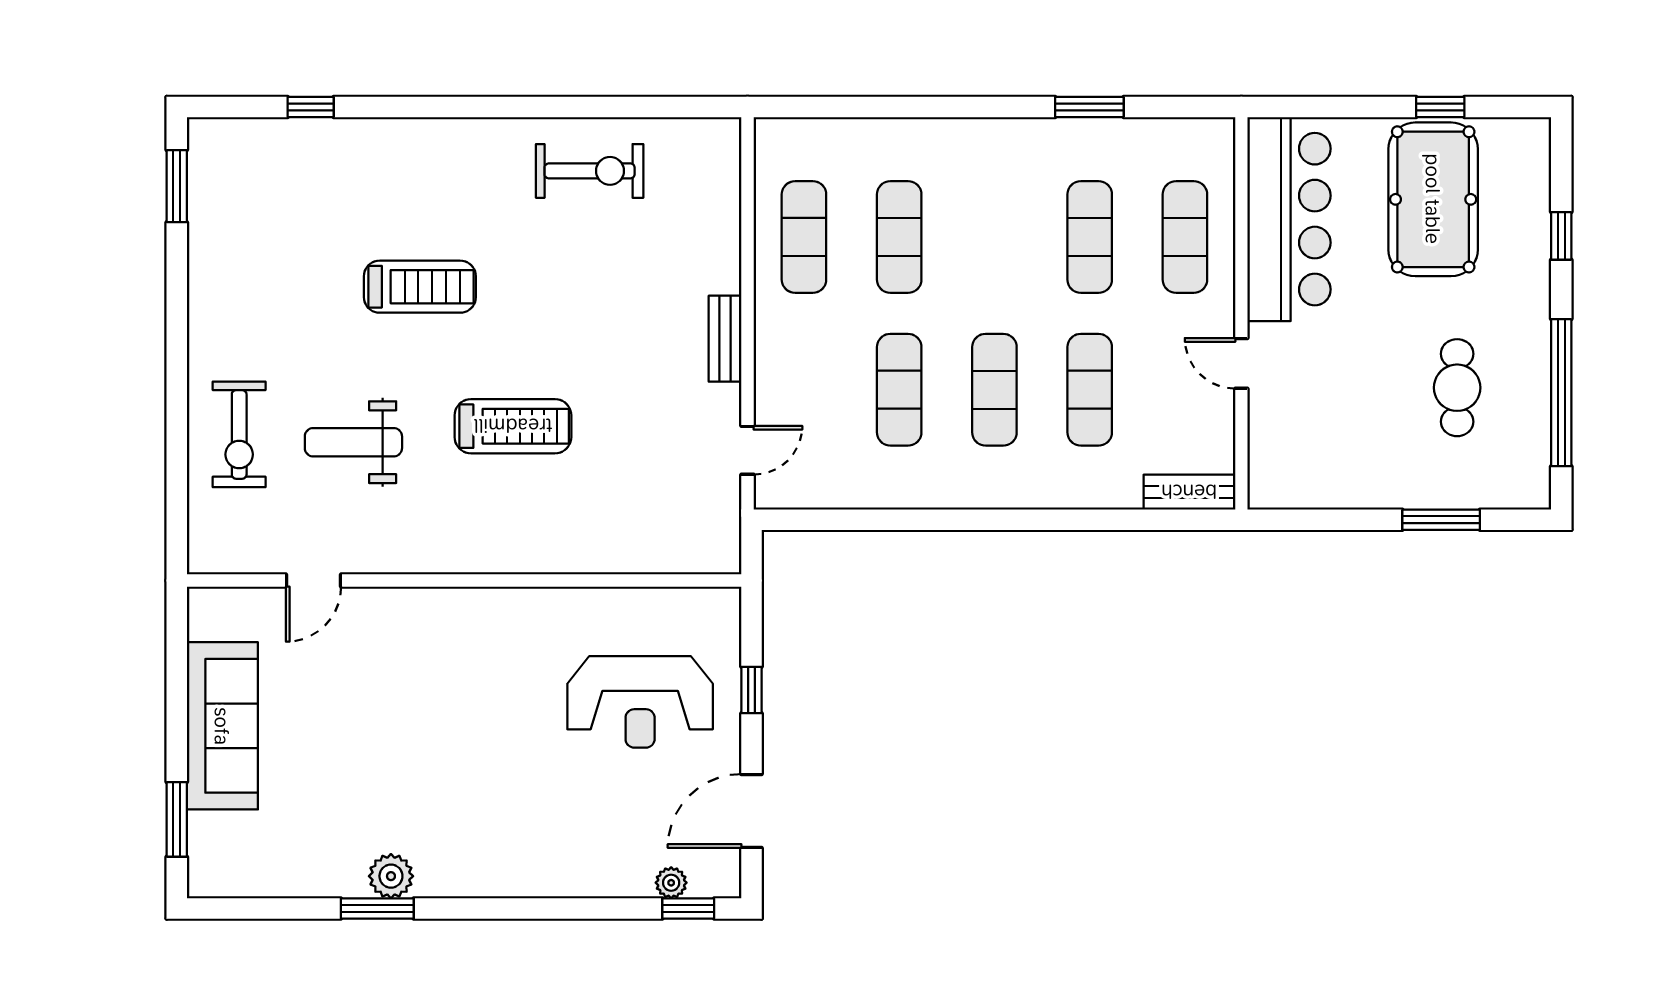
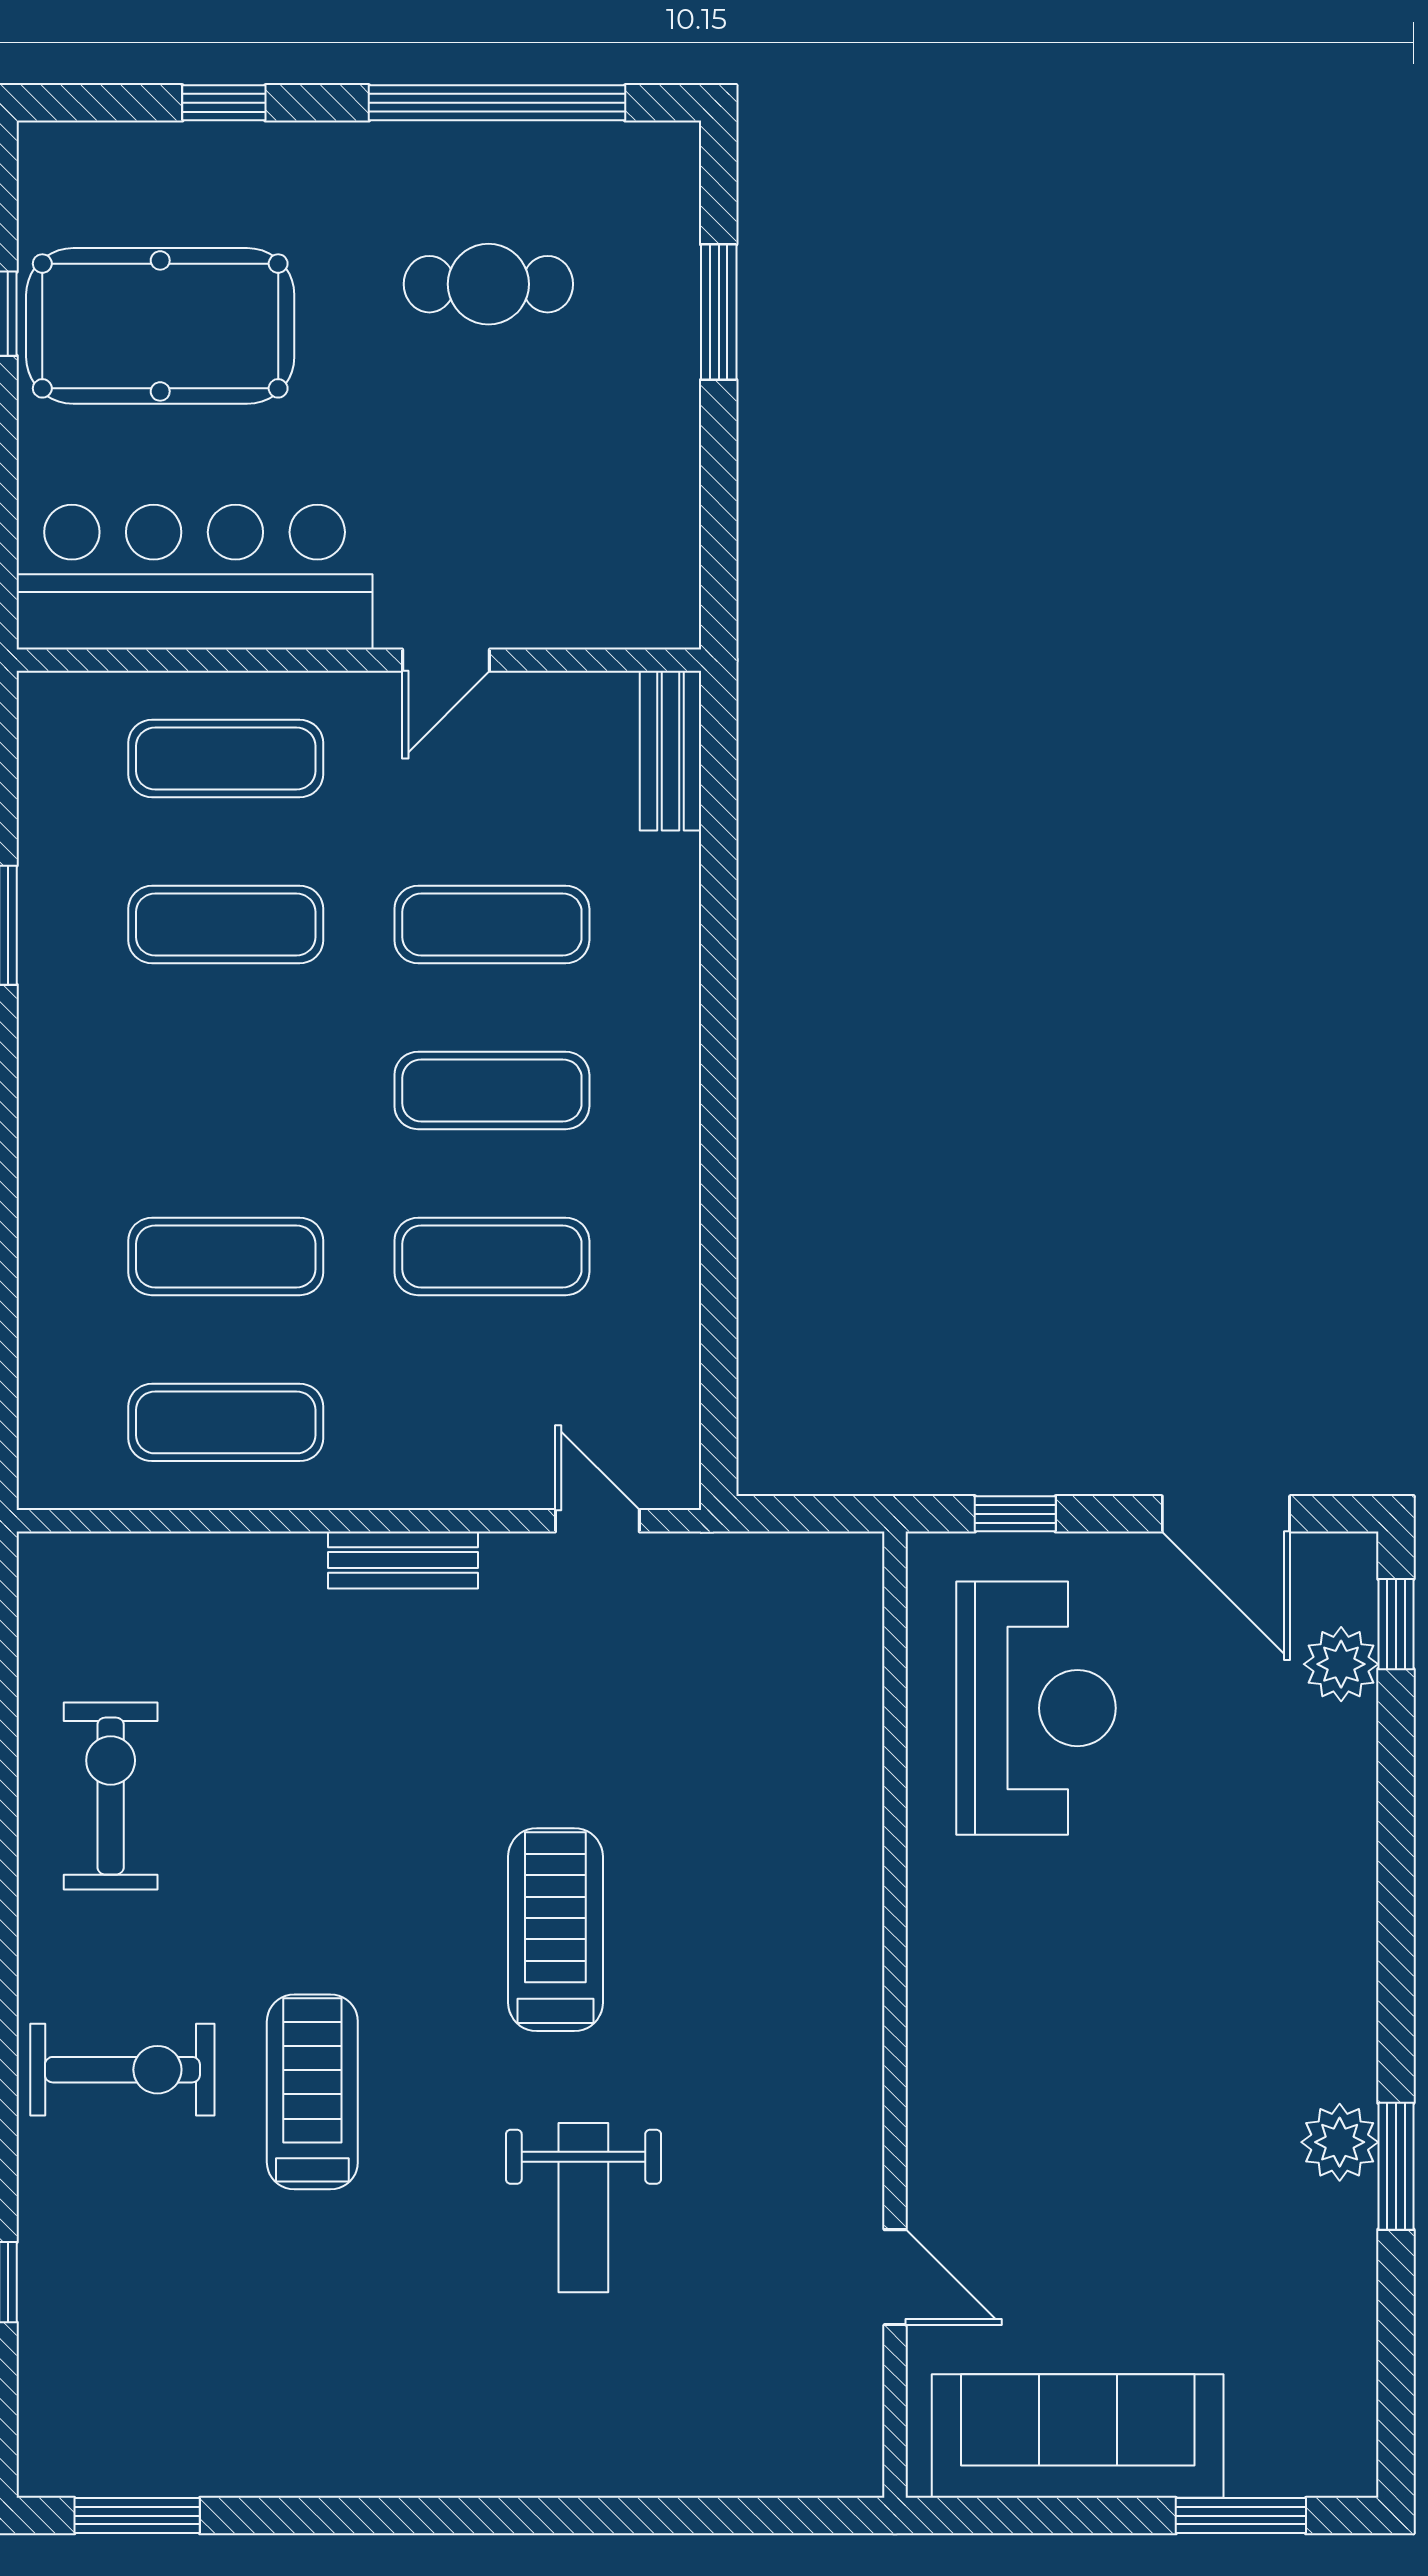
exercise bike: (239, 434) -> (122, 2070), moved
door: (314, 581) -> (895, 2277), moved
wall: (464, 581) -> (895, 2015), moved
plant: (671, 883) -> (1341, 1664), width x1.38, depth x1.38

